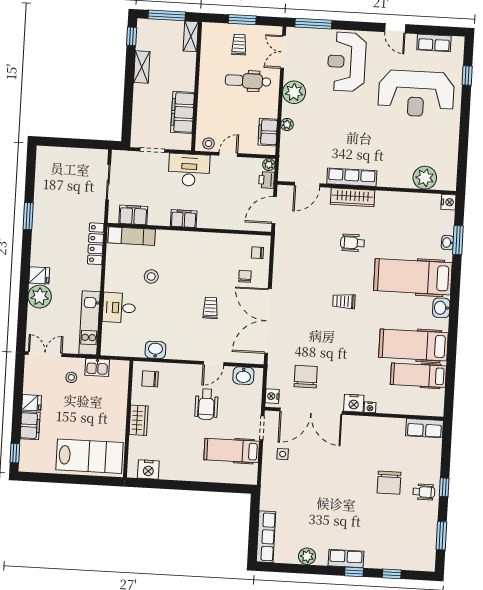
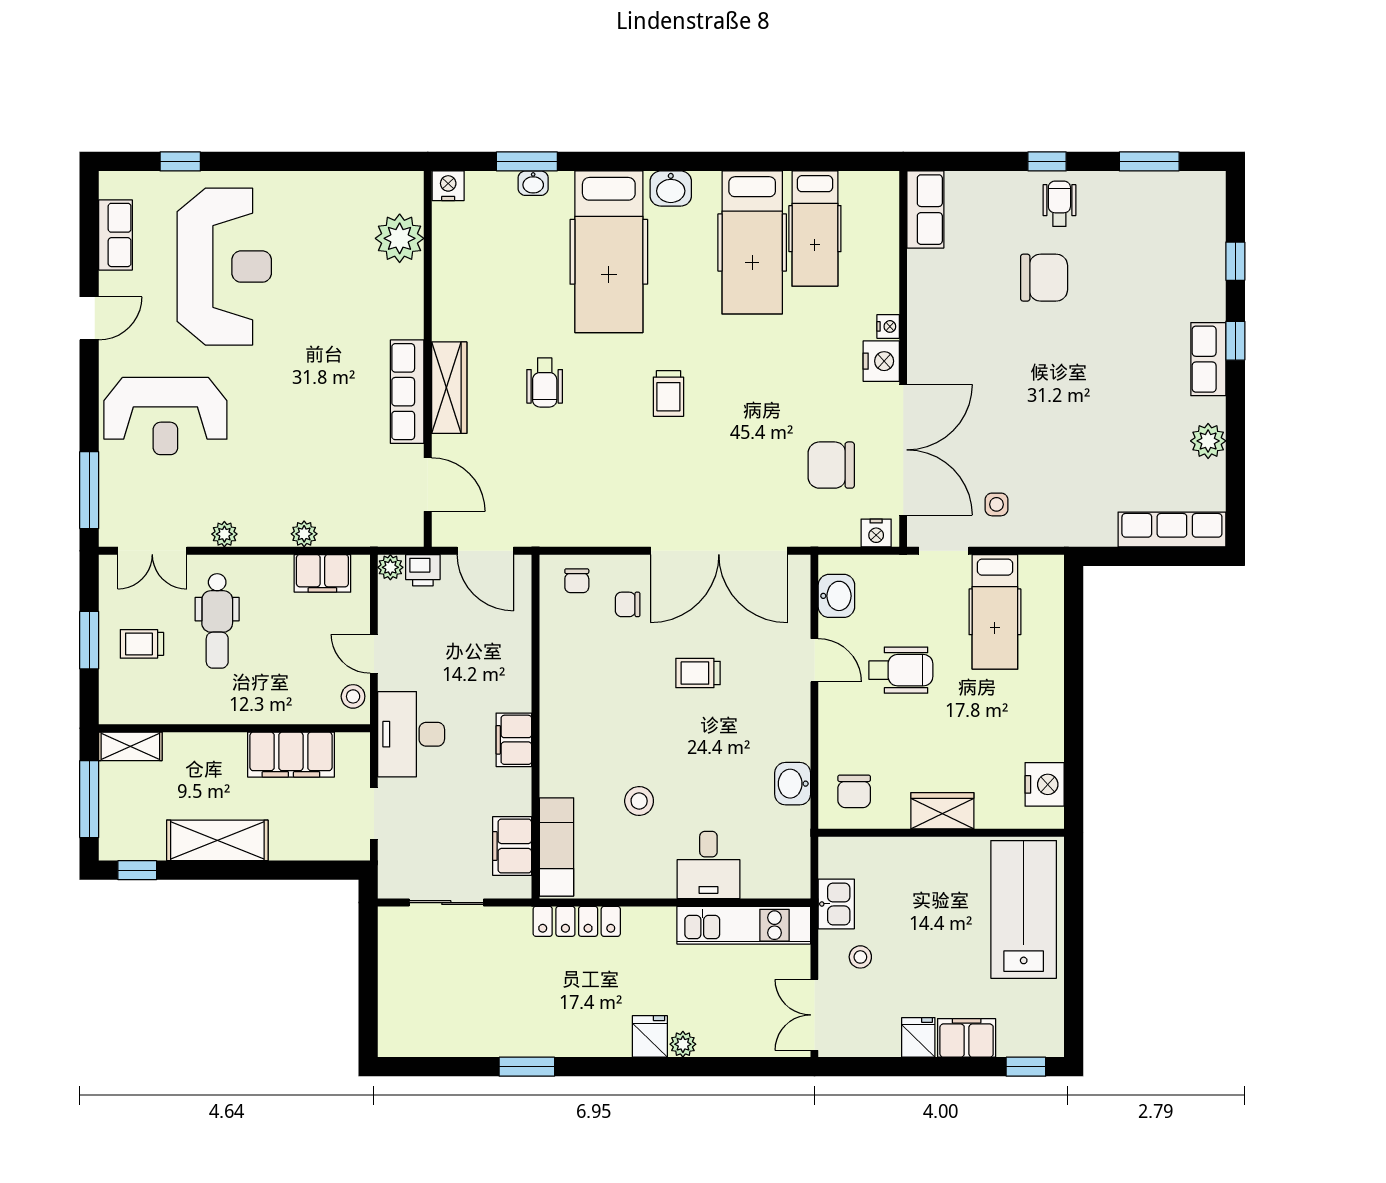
shelving: (142, 67) -> (217, 840), width x1.50, depth x1.33
plant: (294, 92) -> (224, 534), width x0.53, depth x0.53
plant: (40, 297) -> (683, 1044), width x0.53, depth x0.53

